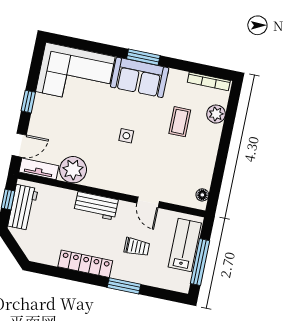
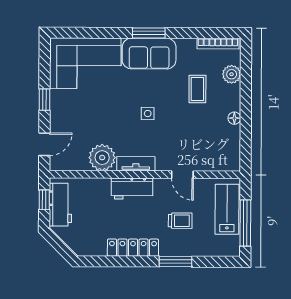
tv unit: (39, 169) -> (136, 164), moved
floor lamp: (202, 195) -> (234, 118), moved

